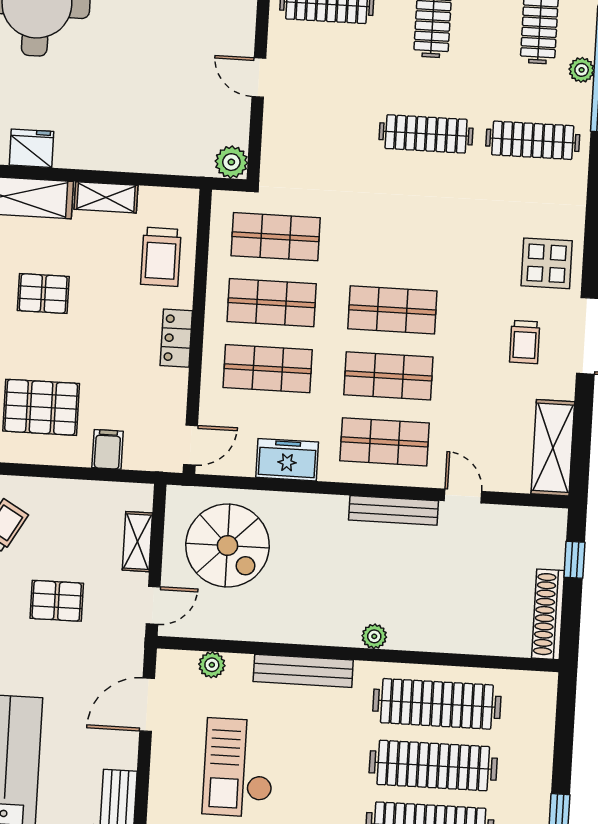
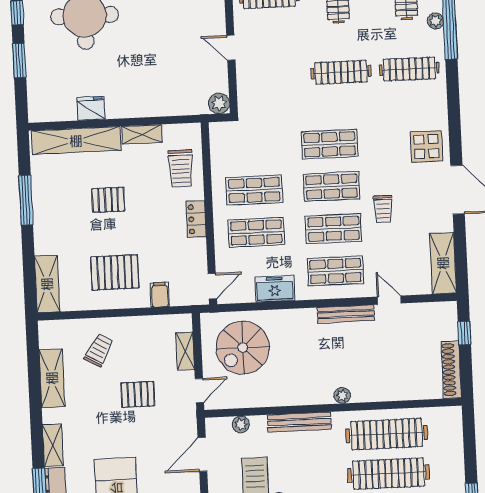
shop shelf: (276, 237) -> (330, 144), moved
trolley: (525, 342) -> (383, 209), moved
spiral stairs: (227, 545) -> (243, 348), turned 90

